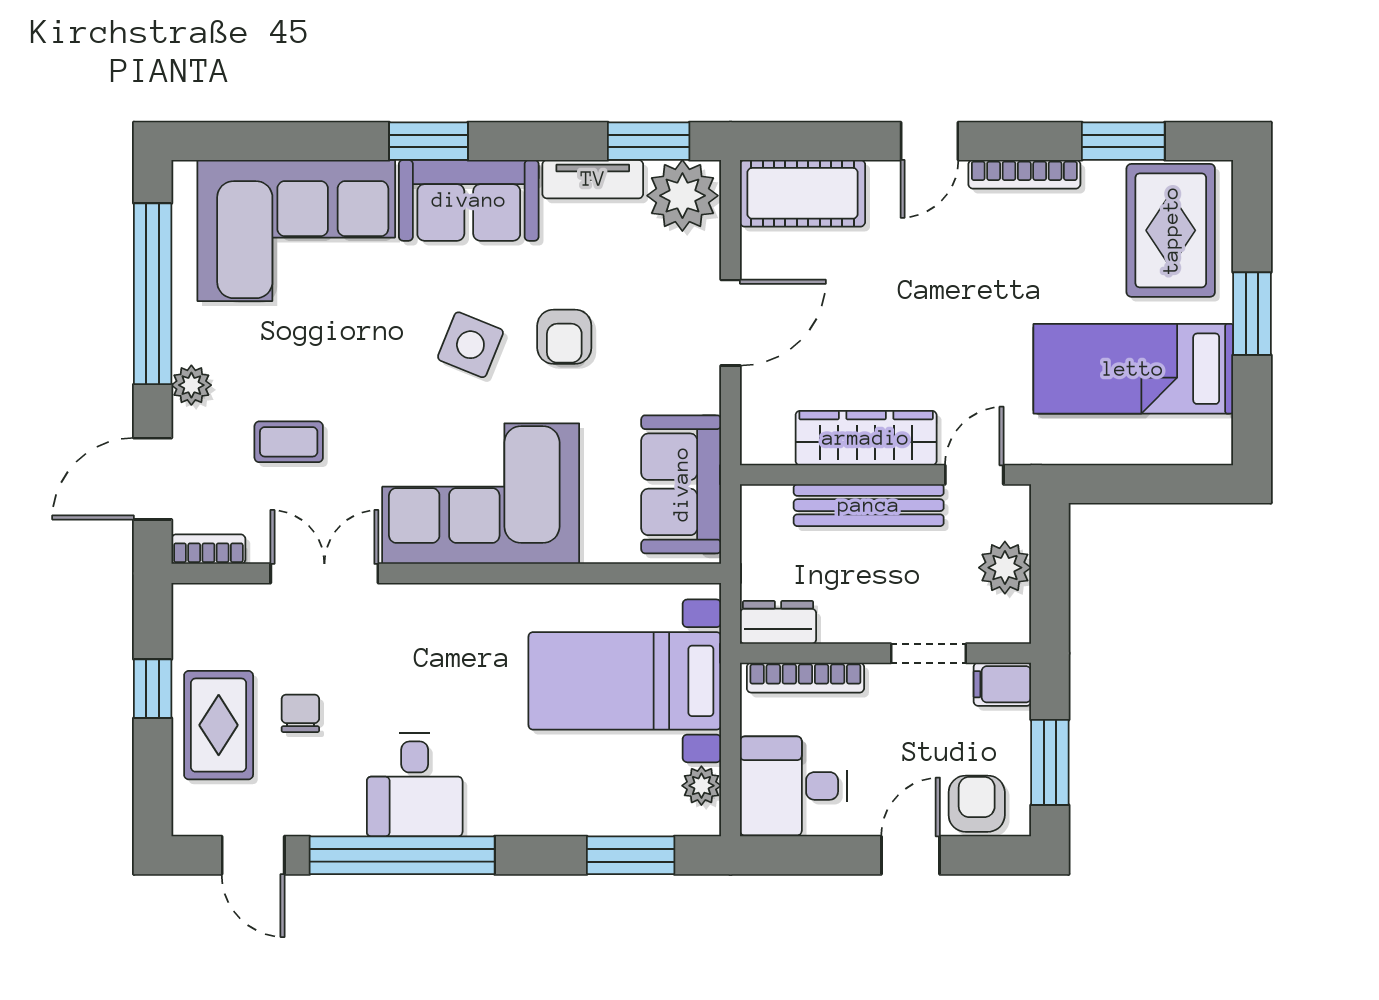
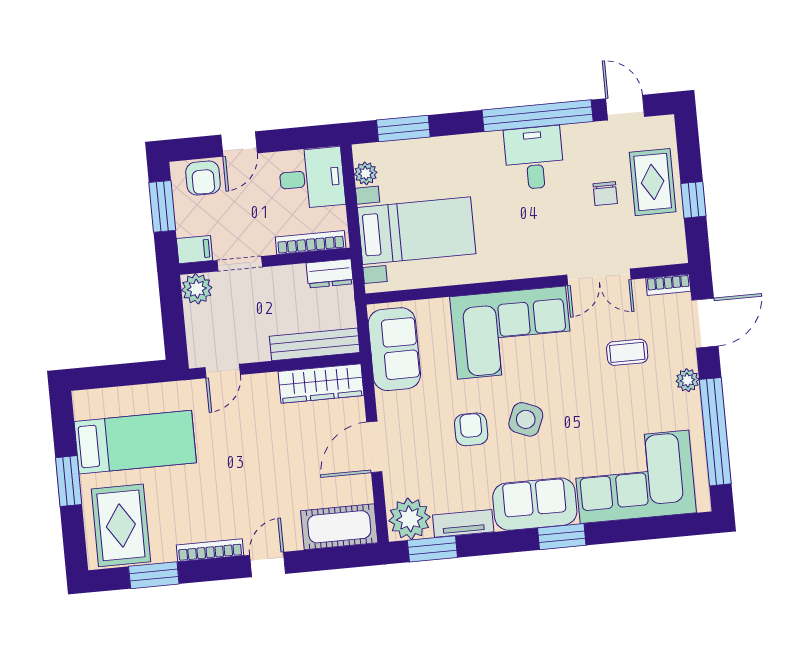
wardrobe: (866, 438) -> (321, 383), moved
bench: (869, 505) -> (315, 344), moved
plant: (1005, 568) -> (197, 289), moved

